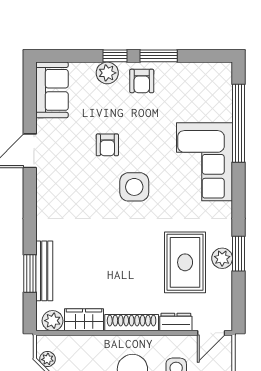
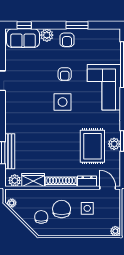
window: (115, 56) -> (24, 25), moved
sofa: (52, 90) -> (23, 38), moved, turned 90
armchair: (107, 145) -> (65, 74), moved
door: (211, 333) -> (108, 188), swing flipped

